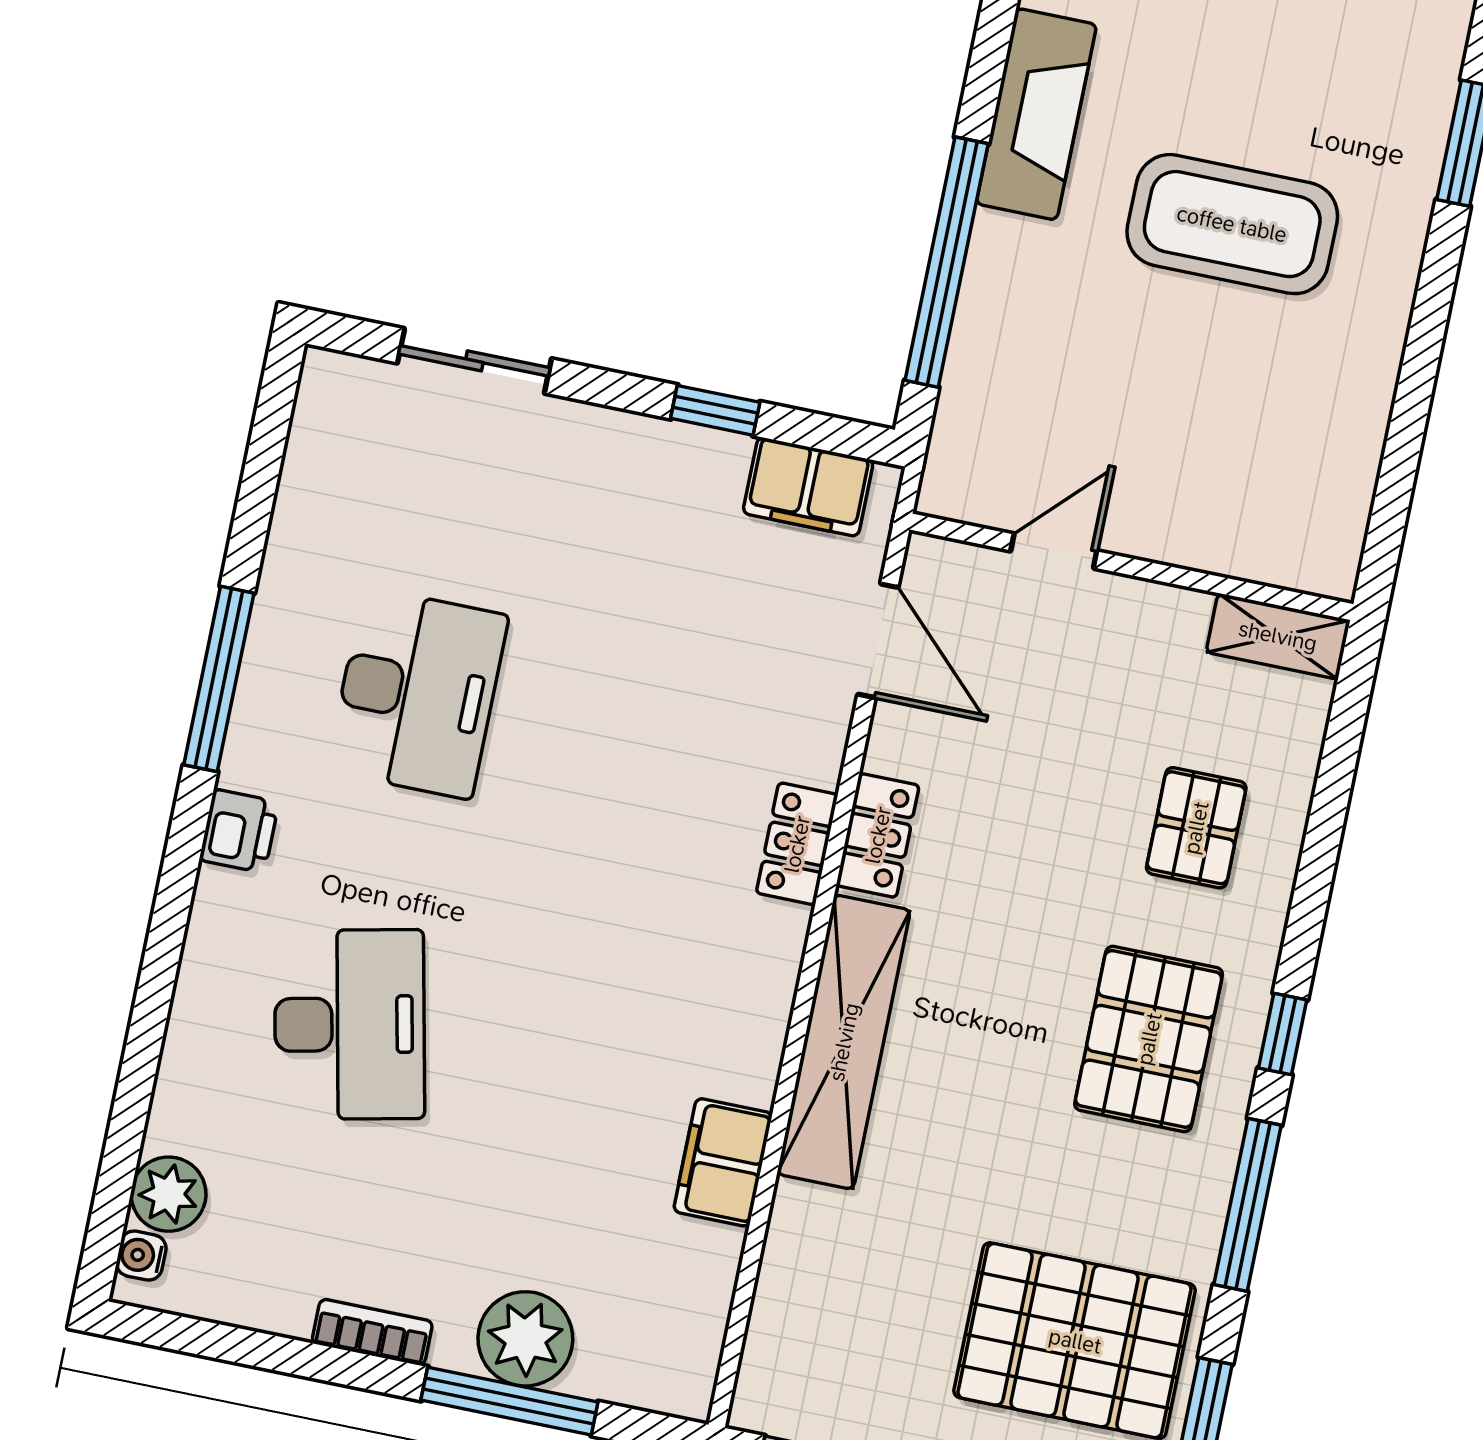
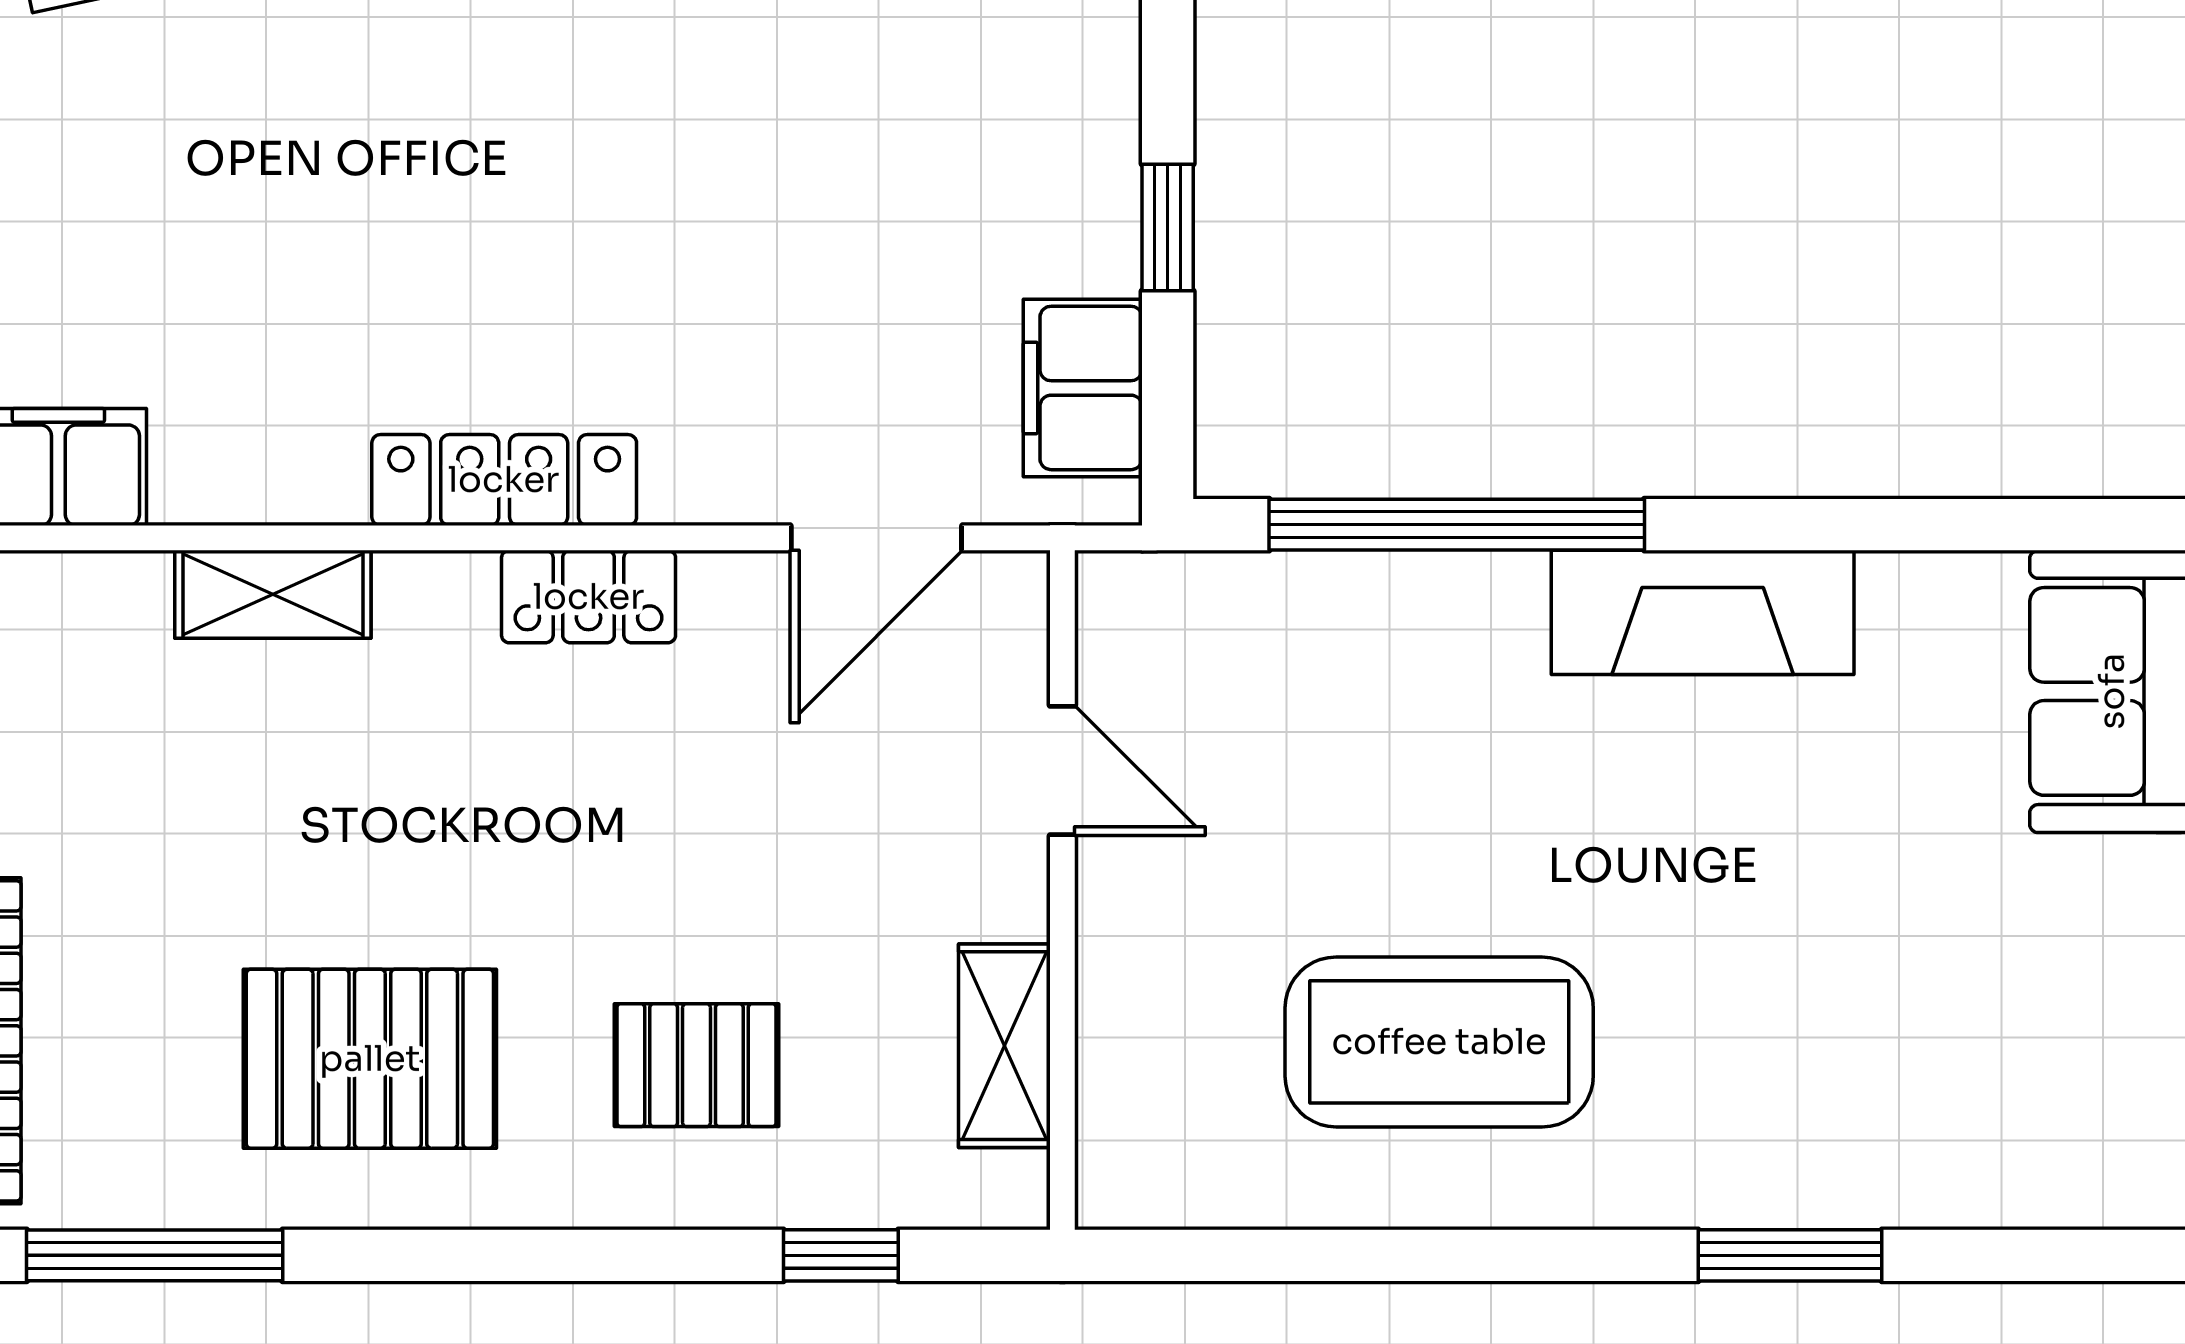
coffee table: (1232, 224) -> (1439, 1042), moved, turned 90
shelving: (1278, 636) -> (1004, 1046), moved
locker: (797, 844) -> (504, 480), width x1.53
window: (1283, 1034) -> (841, 1255), moved
shelving: (844, 1042) -> (273, 594), width x0.45, depth x0.75

